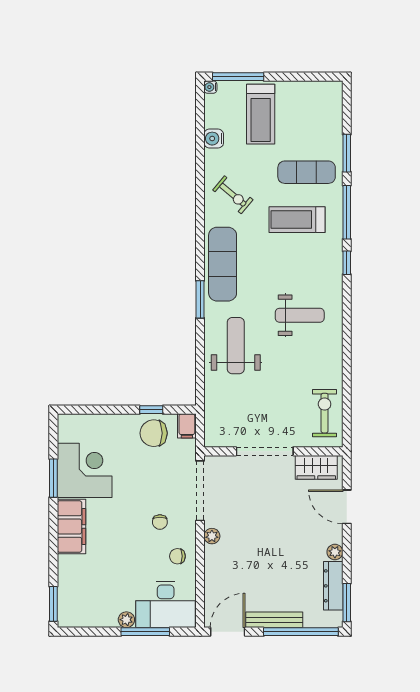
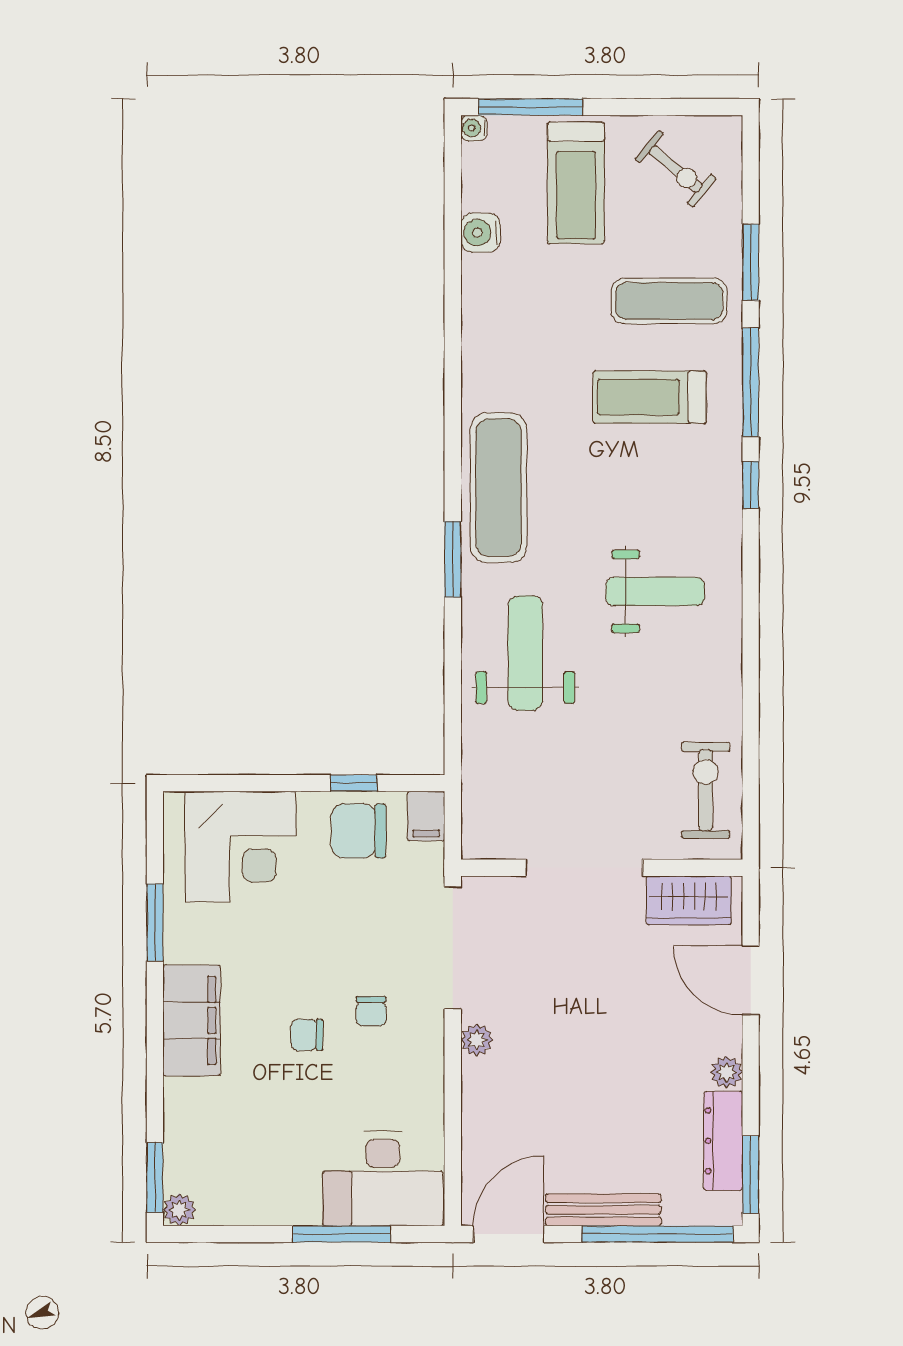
exercise bike: (233, 195) -> (676, 169), moved
corner desk: (85, 470) -> (240, 847), moved, turned 90
chair: (177, 556) -> (307, 1035), moved
plant: (126, 620) -> (179, 1210), moved

